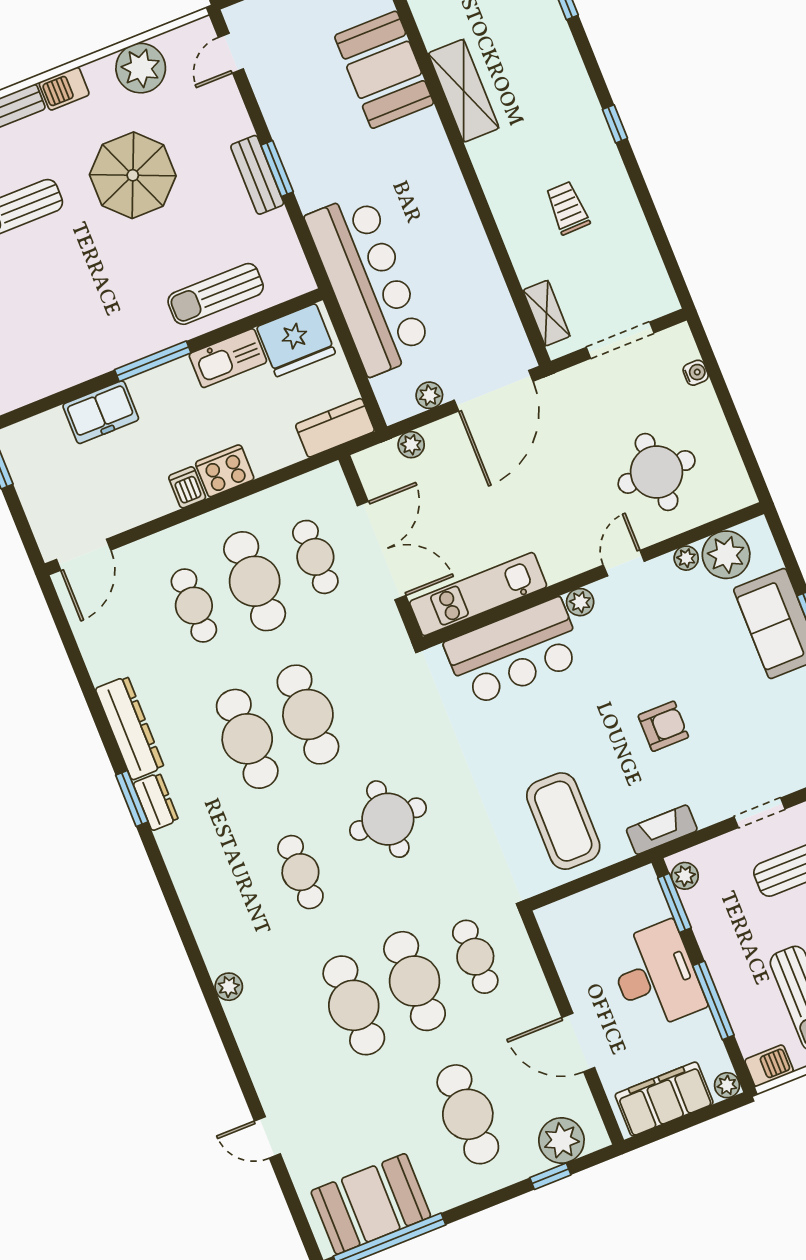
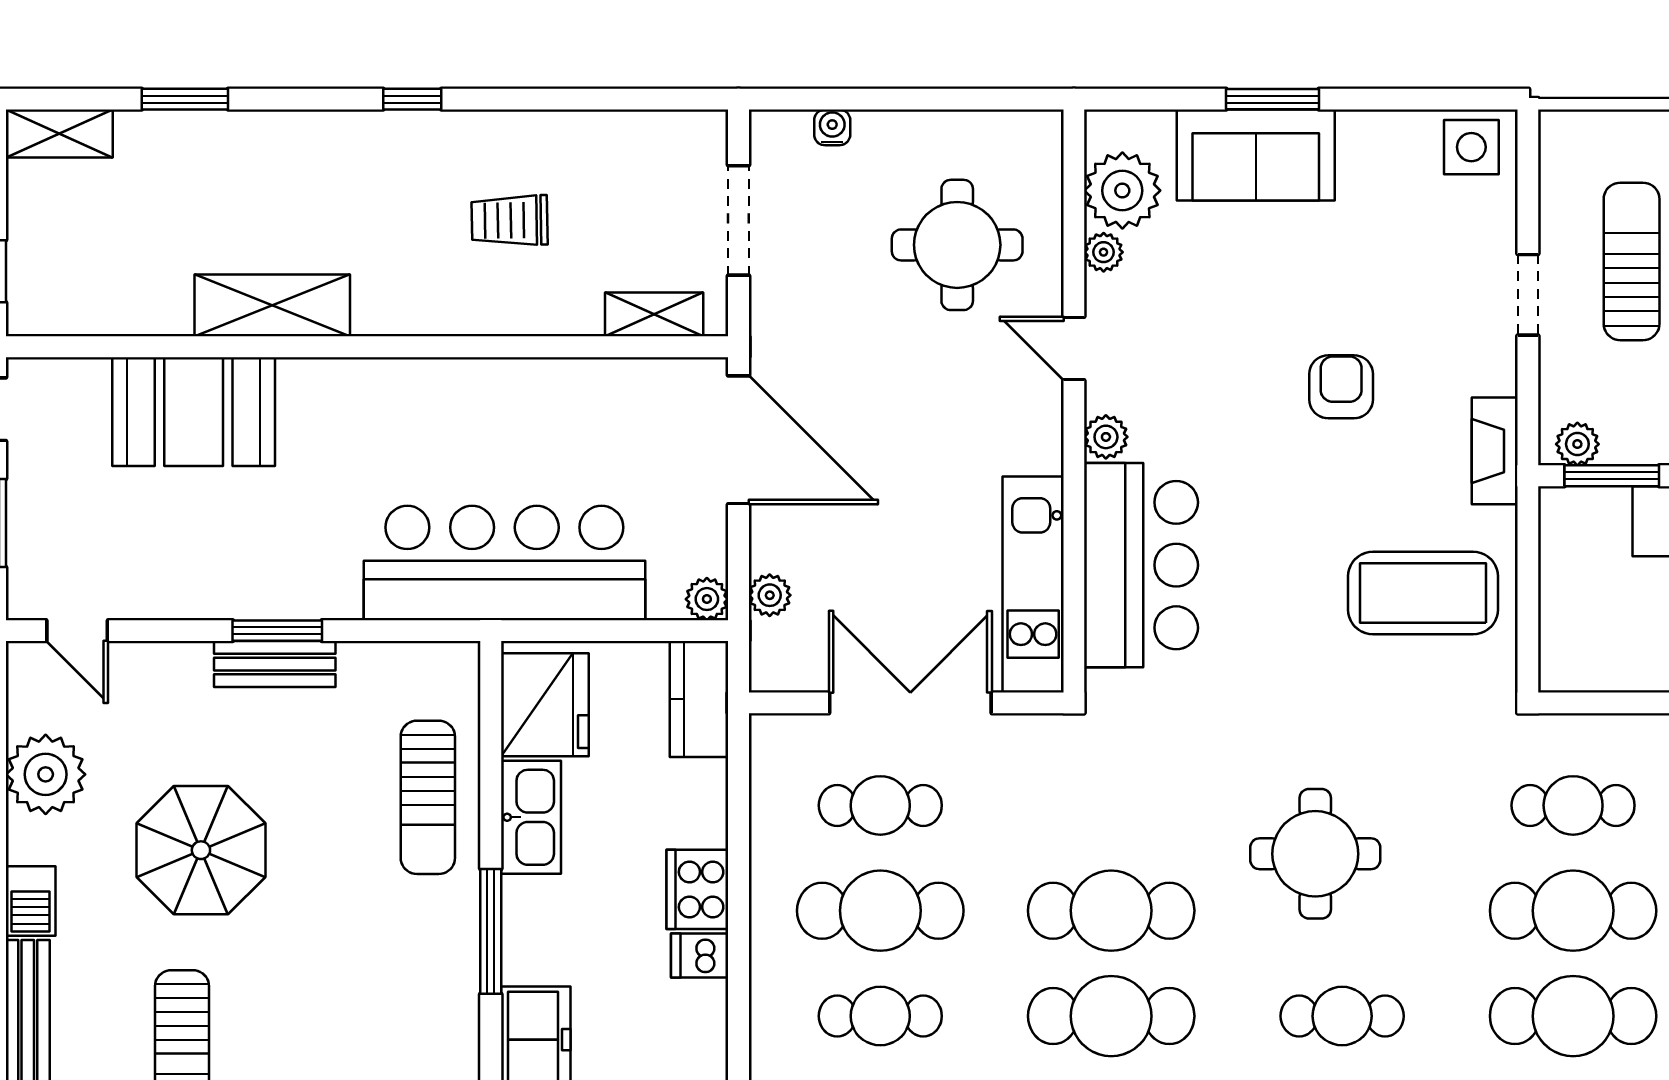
plant: (429, 395) -> (707, 599), moved

